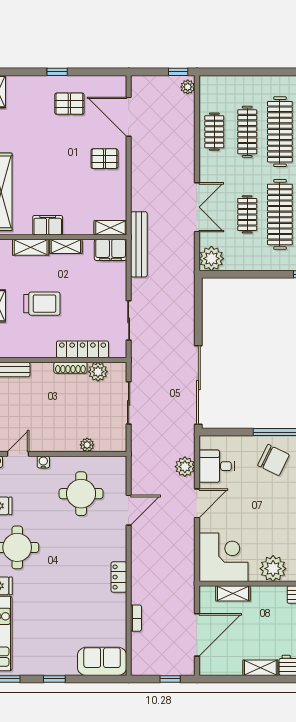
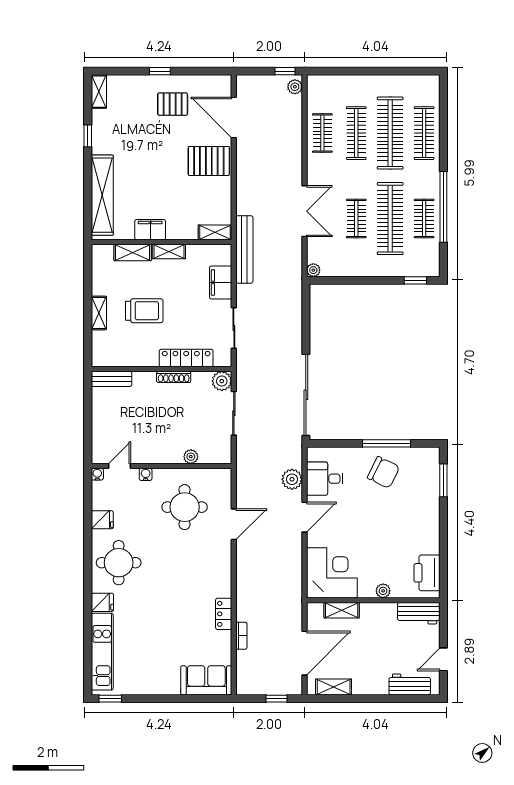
pallet: (104, 159) -> (209, 161), width x1.50, depth x1.42
filing cabinet: (111, 250) -> (221, 282), moved, turned 90
plant: (211, 259) -> (313, 270), width x0.53, depth x0.53
plant: (98, 372) -> (222, 381), moved
plant: (273, 569) -> (383, 591), width x0.53, depth x0.53
locker: (119, 577) -> (224, 614), moved
shelving: (260, 668) -> (334, 687), moved
window: (54, 679) -> (157, 699), removed

